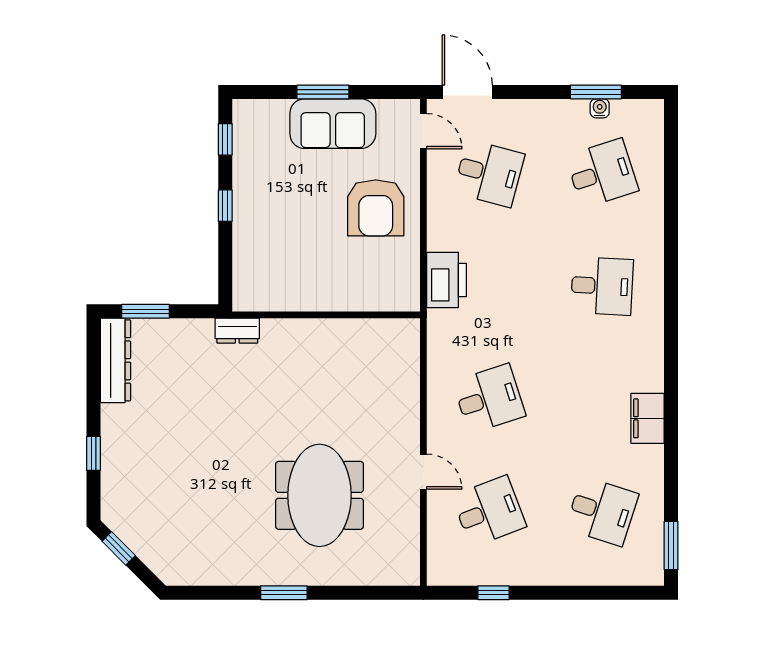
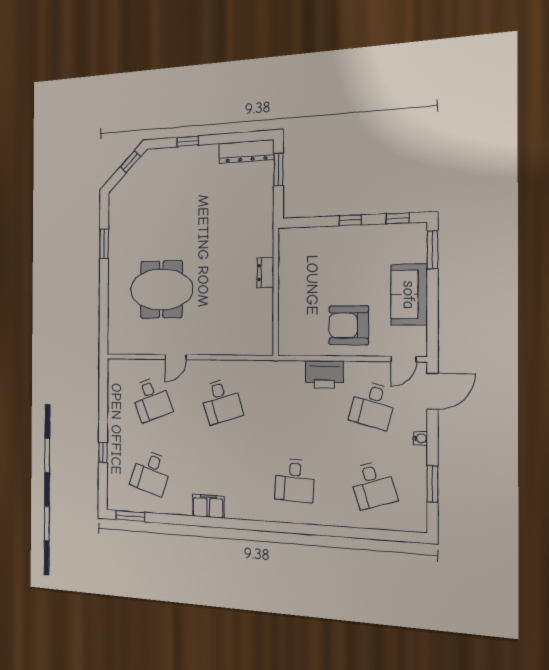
window: (323, 92) -> (432, 250), moved
water cooler: (600, 108) -> (420, 438), moved
printer: (447, 280) -> (324, 374), moved
dresser: (237, 331) -> (265, 272), moved
window: (284, 593) -> (104, 244), moved
window: (494, 593) -> (103, 453), moved

